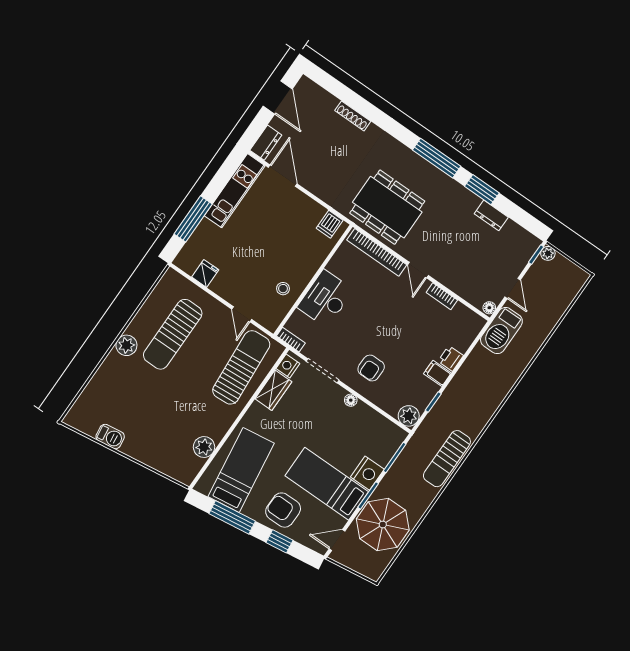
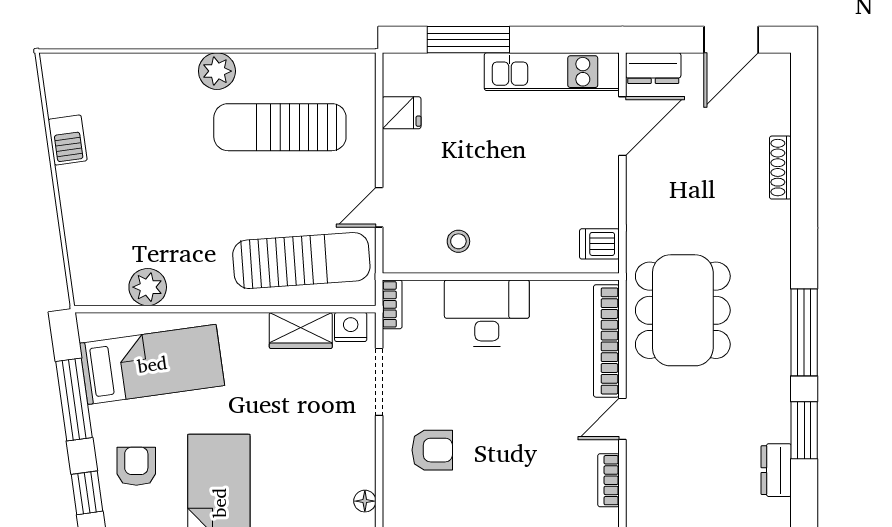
armchair: (371, 368) -> (432, 450), turned 180
floor lamp: (351, 400) -> (365, 501), moved
armchair: (283, 510) -> (136, 466), width x0.72, depth x0.72

